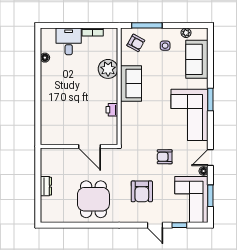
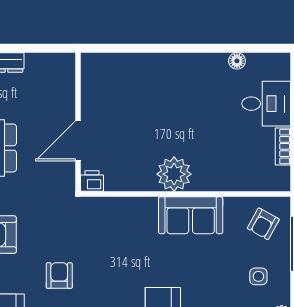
plant: (108, 69) -> (174, 174), moved
printer: (112, 110) -> (92, 181), moved

